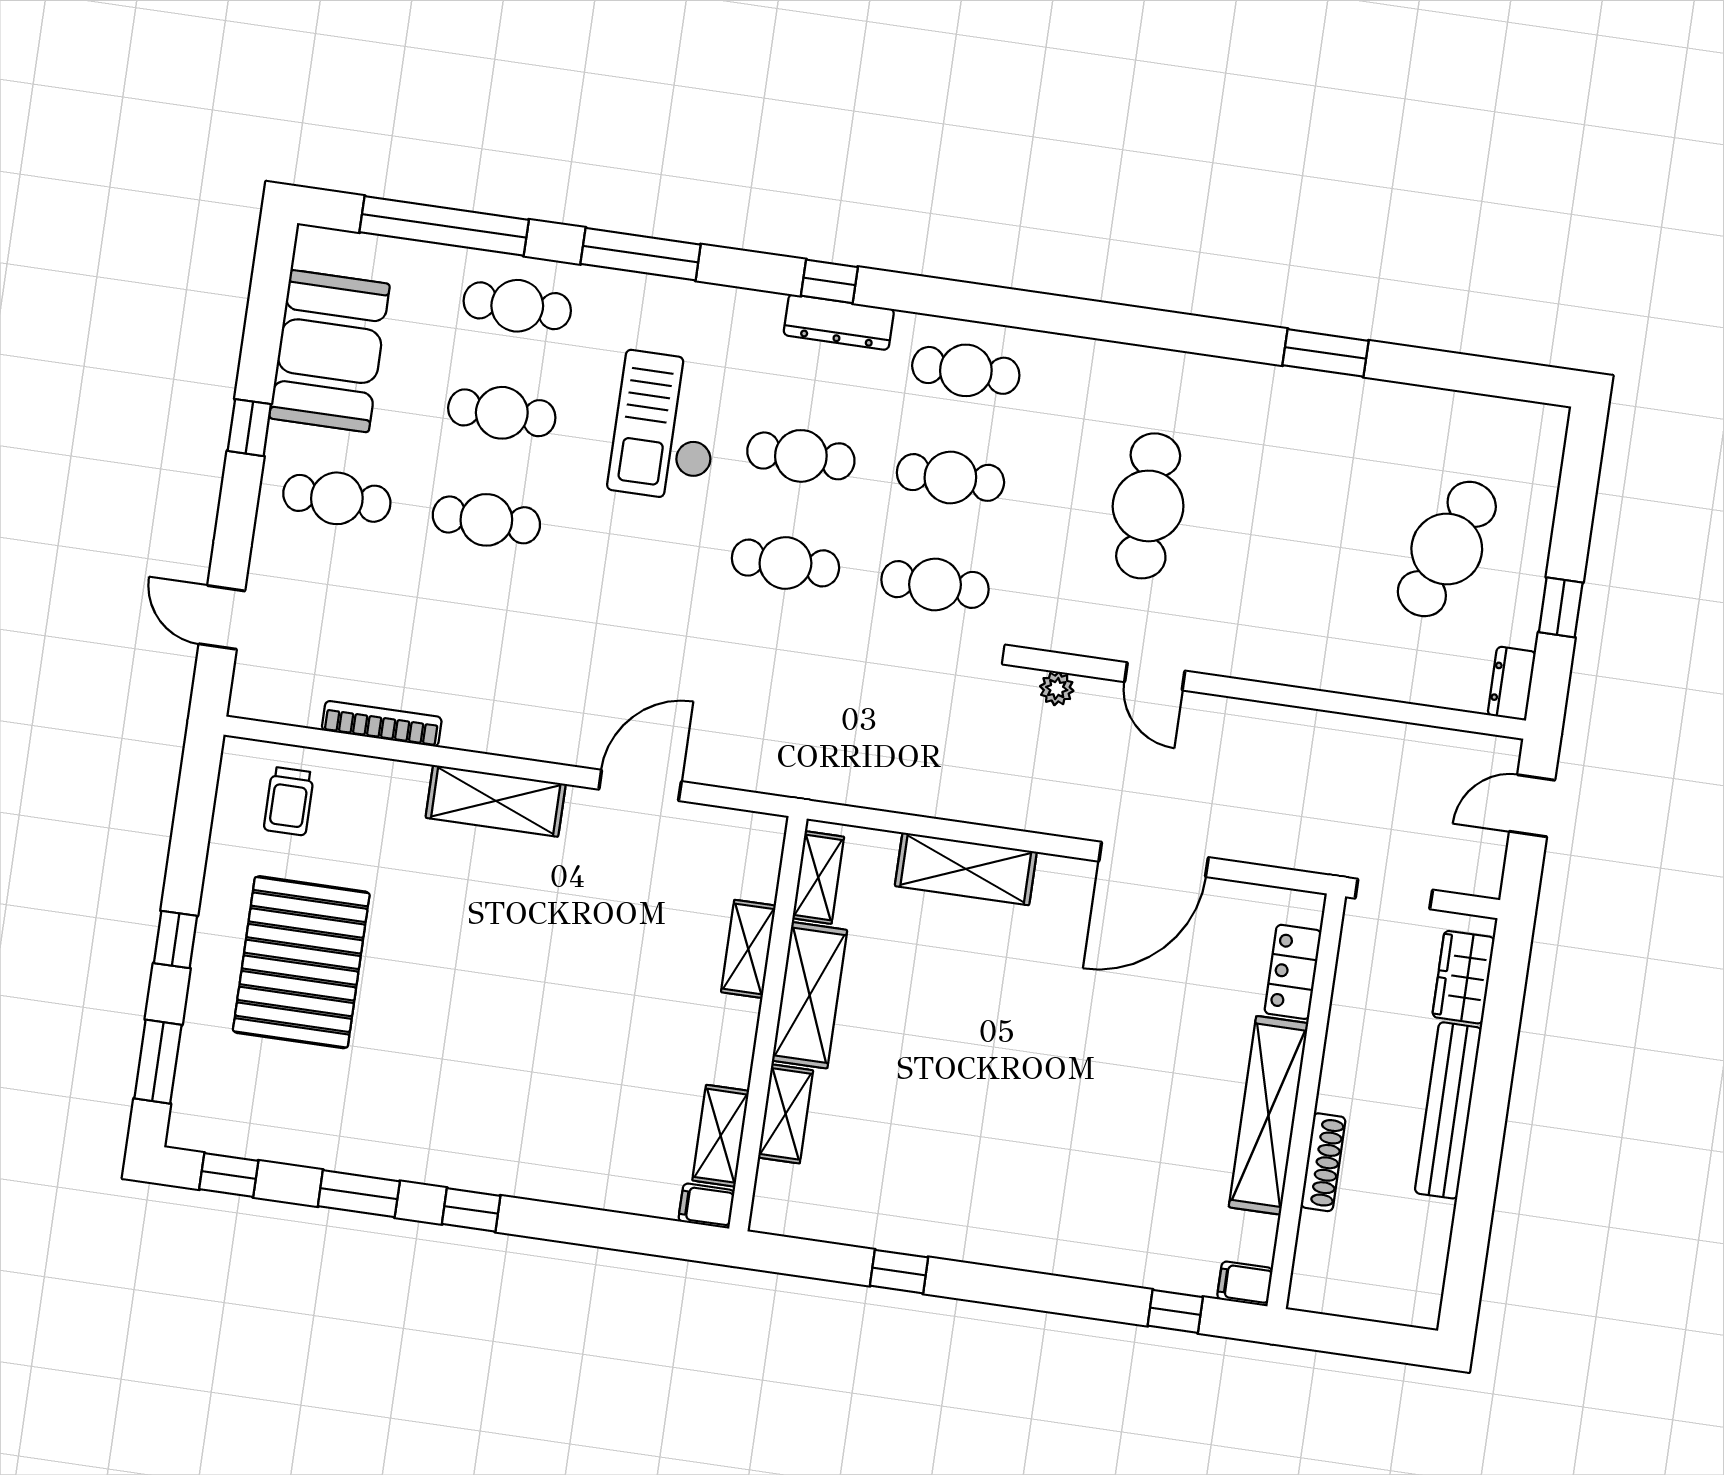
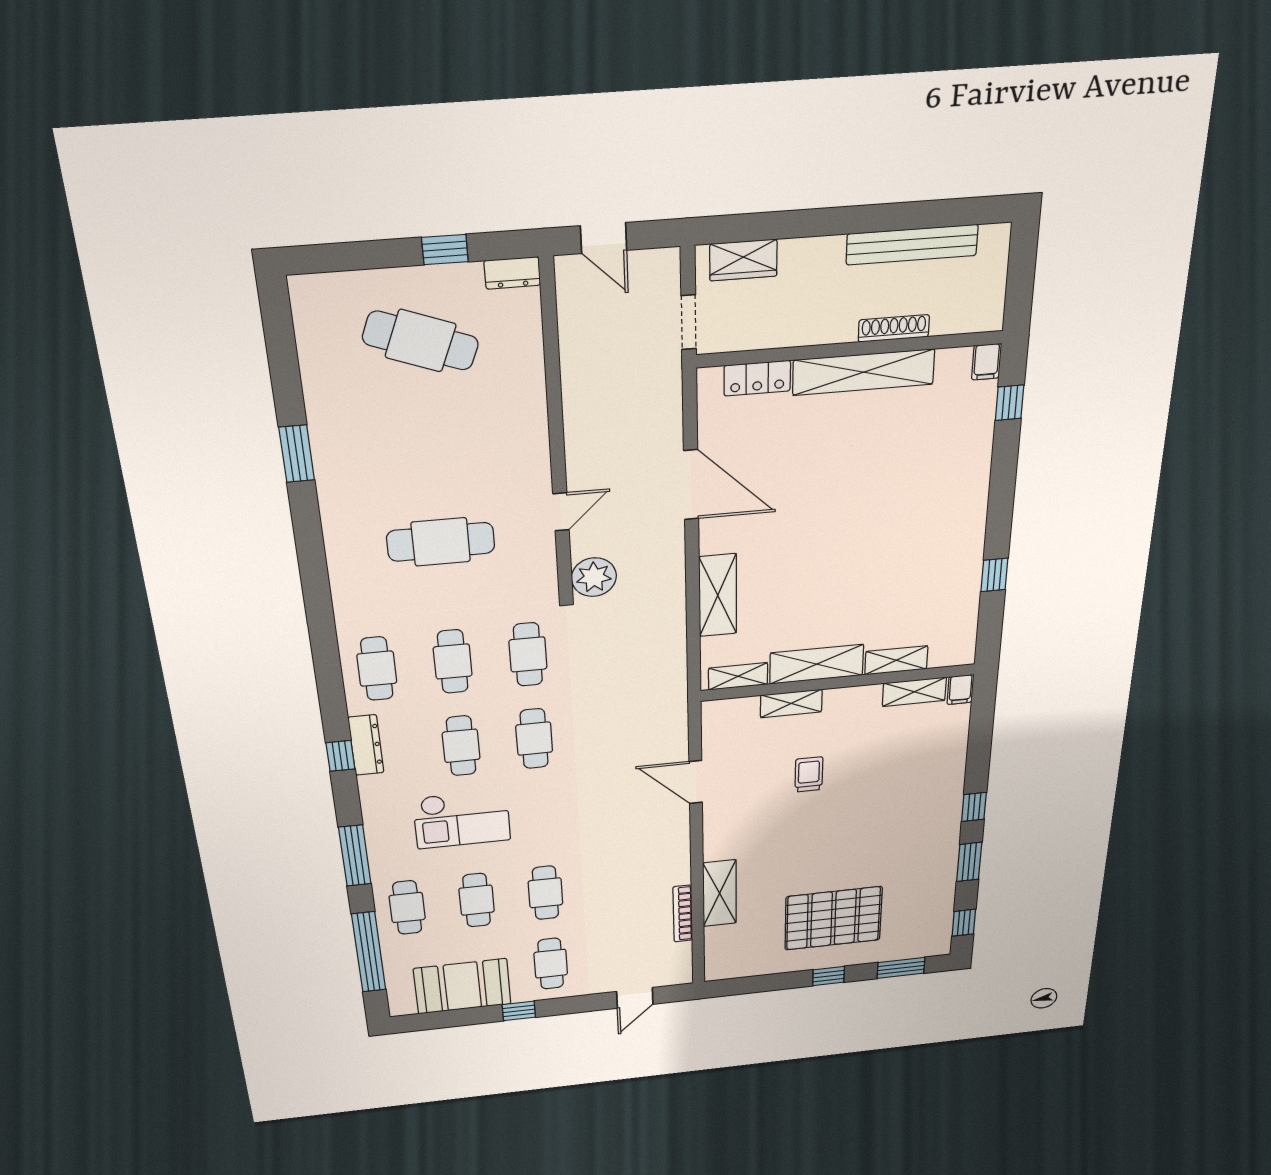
plant: (1057, 689) -> (594, 577), width x1.87, depth x1.87
trolley: (289, 801) -> (809, 774), moved, turned -90
shelving: (496, 801) -> (720, 893), moved
bench: (1448, 1110) -> (912, 245), moved

